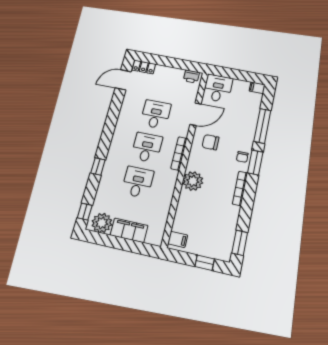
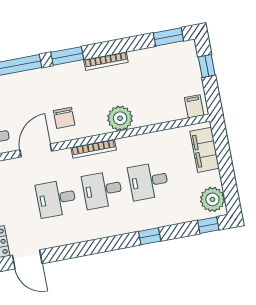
door: (196, 114) -> (36, 150), hinge flipped
chair: (242, 157) -> (67, 74), removed
filing cabinet: (129, 230) -> (205, 150), moved

